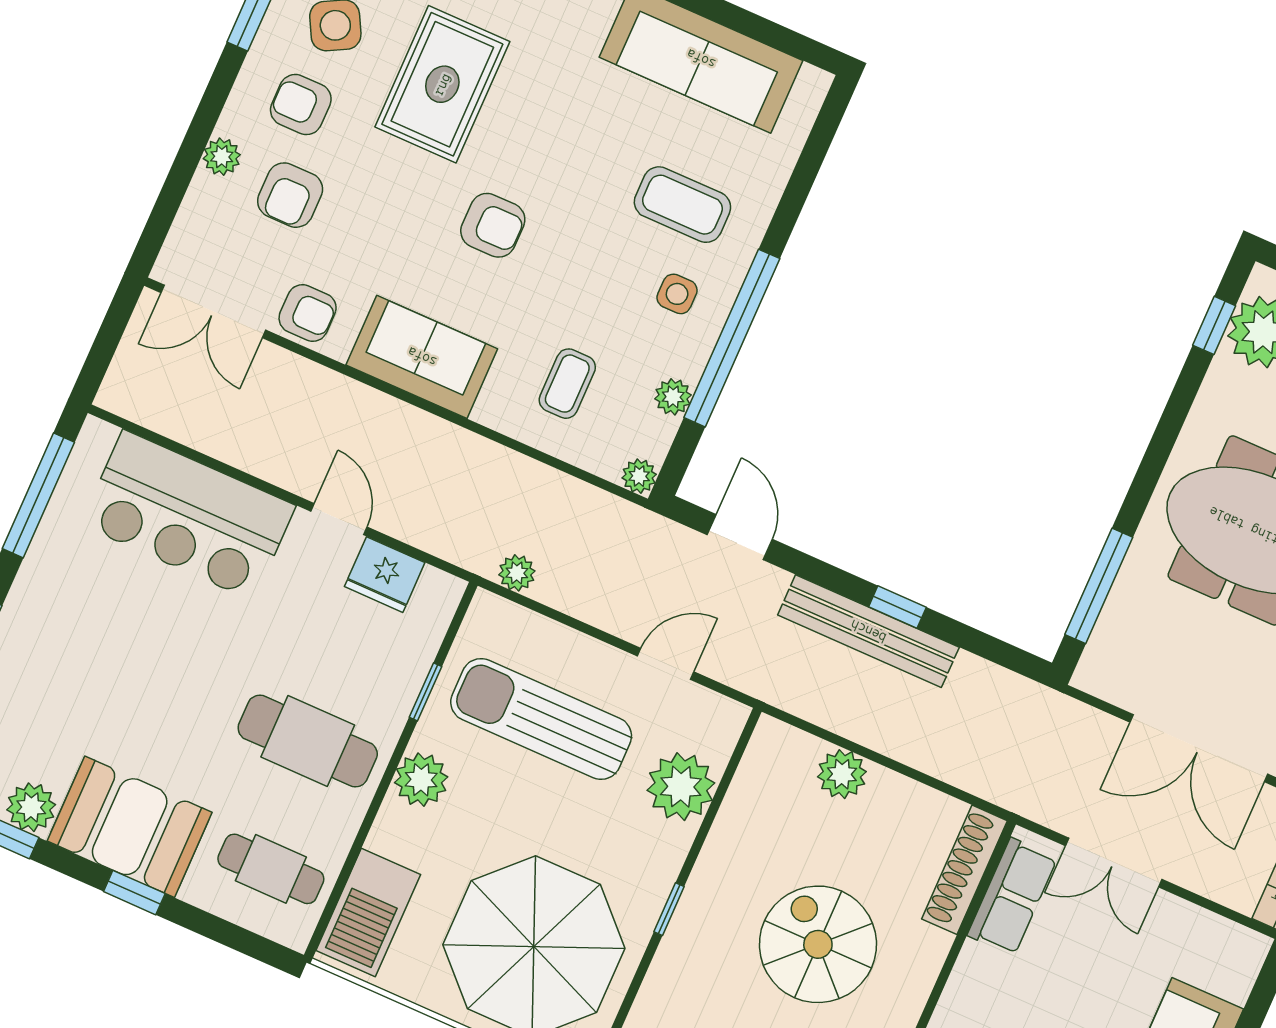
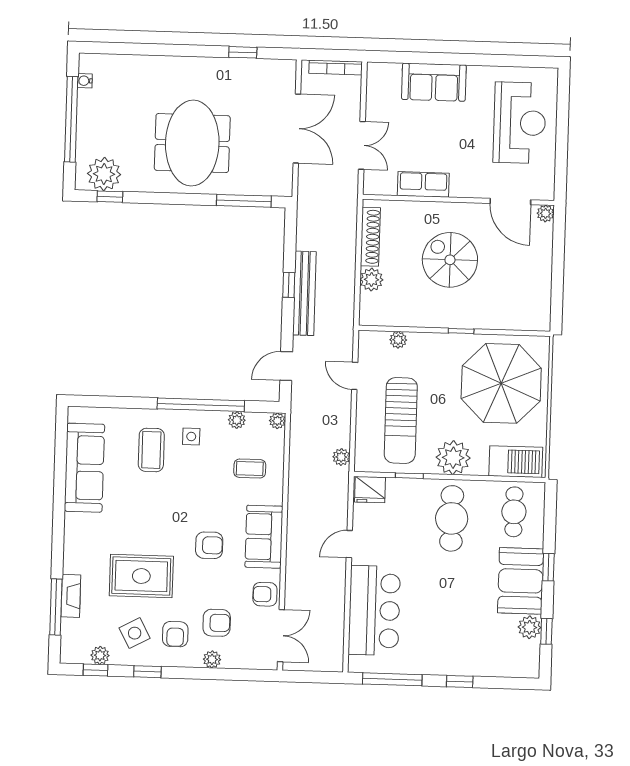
armchair: (493, 225) -> (209, 545), moved, turned 90
armchair: (308, 313) -> (265, 594), turned -90
fridge: (385, 575) -> (370, 490), moved, turned 90
plant: (421, 780) -> (453, 458), width x1.36, depth x1.36
plant: (681, 787) -> (398, 340), width x0.53, depth x0.53
shoe rack: (965, 870) -> (370, 237), moved, turned -90
row of seats: (1012, 897) -> (423, 184), moved
spiral stairs: (818, 944) -> (450, 260), turned 90

